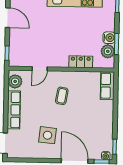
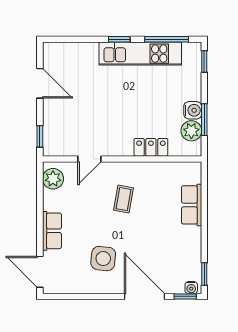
row of seats: (107, 86) -> (192, 205), moved
row of seats: (14, 110) -> (52, 231), width x0.68

